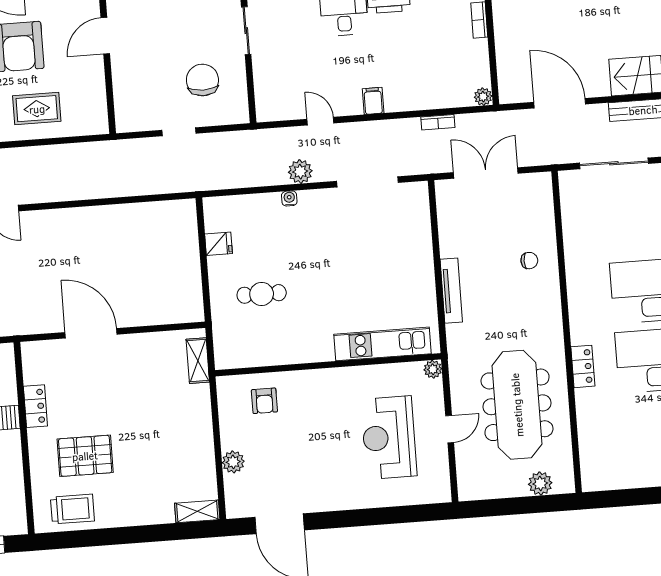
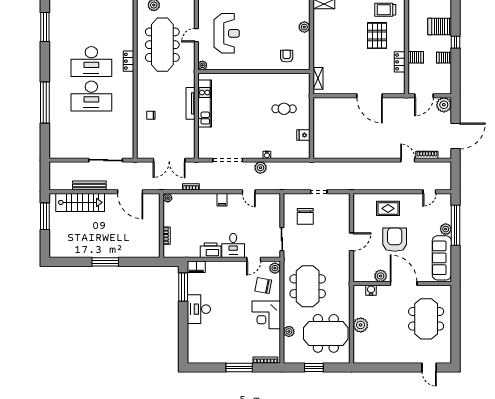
kitchen unit: (382, 344) -> (205, 103), moved, turned -90
pallet: (85, 456) -> (377, 36), turned 90

